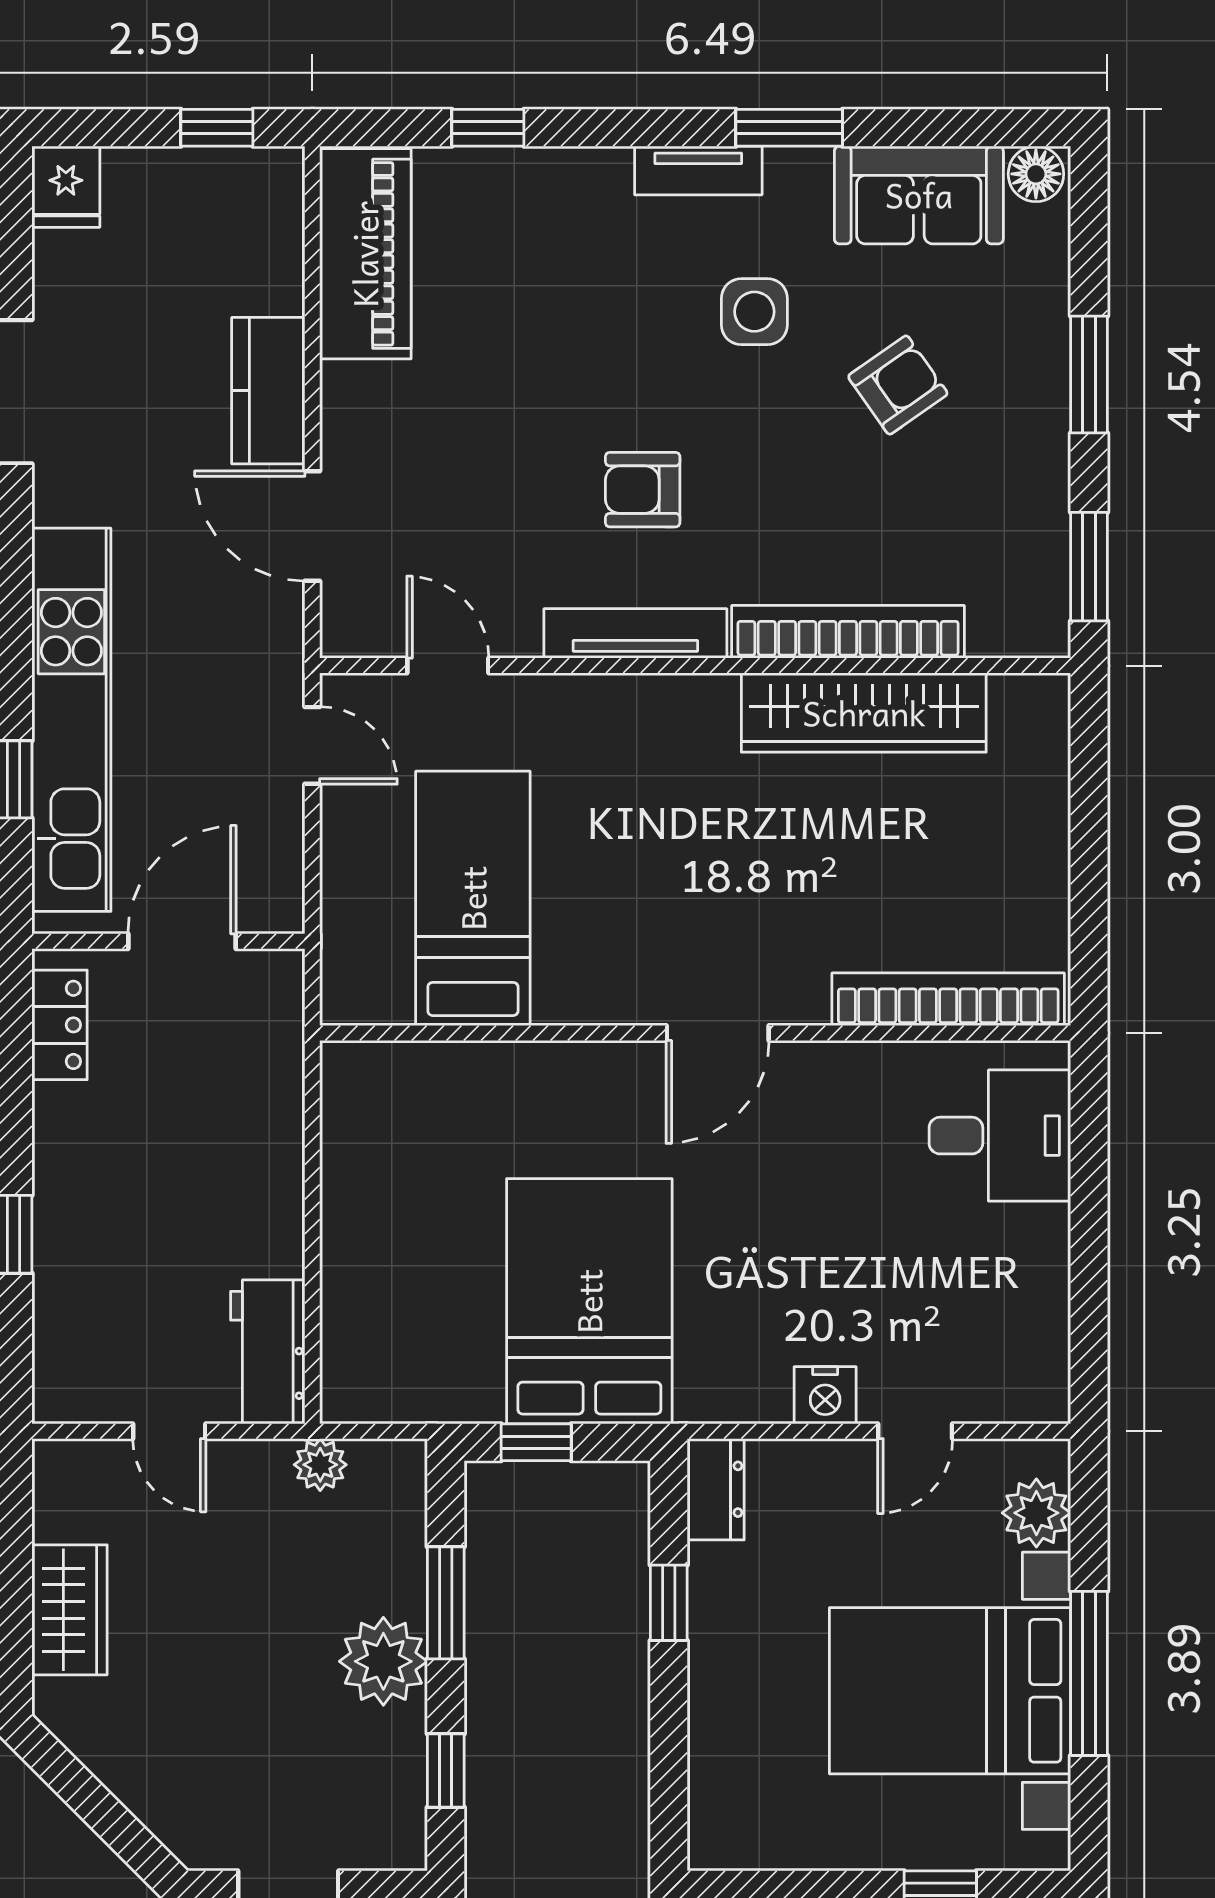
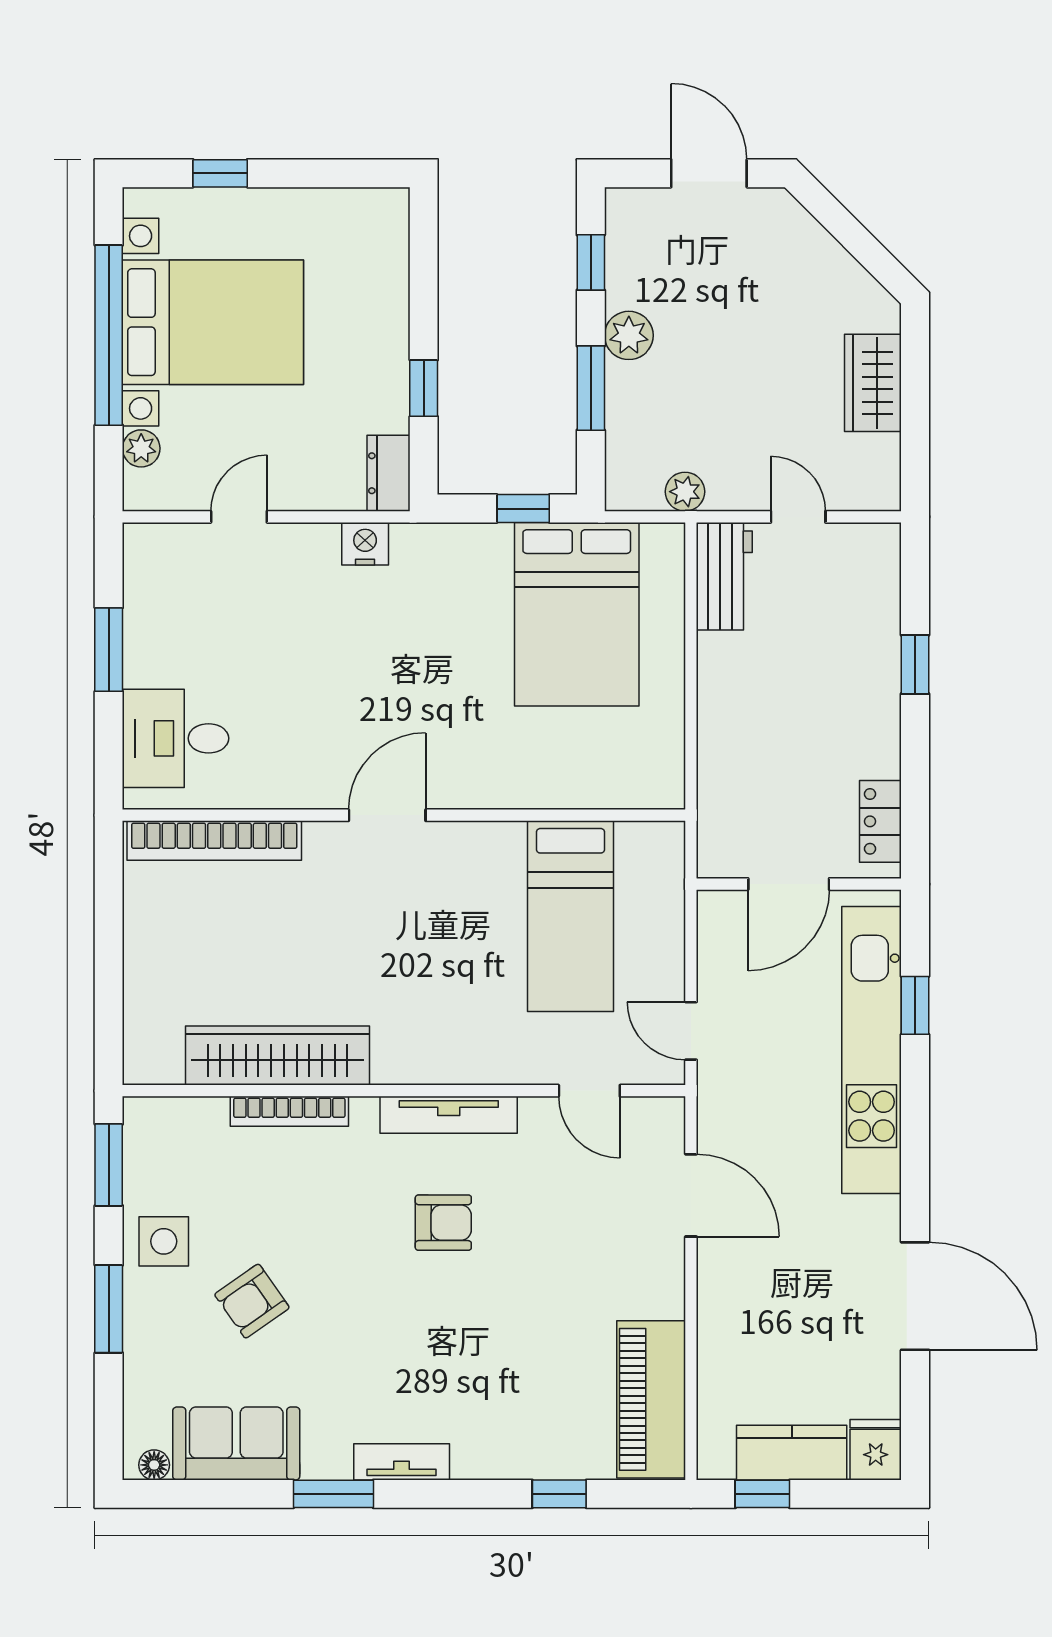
floor lamp: (1036, 174) -> (154, 1465), width x0.73, depth x0.73
side table: (754, 312) -> (164, 1241), moved
kitchen counter: (268, 391) -> (792, 1453), moved, turned -90
bookcase: (848, 632) -> (289, 1111), width x0.68, depth x0.76
window: (1089, 1254) -> (109, 650), added
bed: (589, 1301) -> (577, 614), moved
nightstand: (825, 1395) -> (365, 544), moved
plant: (1036, 1513) -> (141, 448), width x0.73, depth x0.73
plant: (383, 1661) -> (629, 335), width x0.73, depth x0.73
window: (1089, 1673) -> (109, 335), width x1.46

